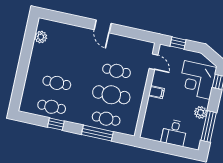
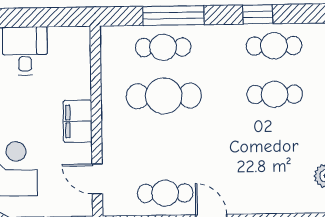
cafe table: (117, 71) -> (165, 193), moved
filing cabinet: (156, 92) -> (78, 121), width x2.00

